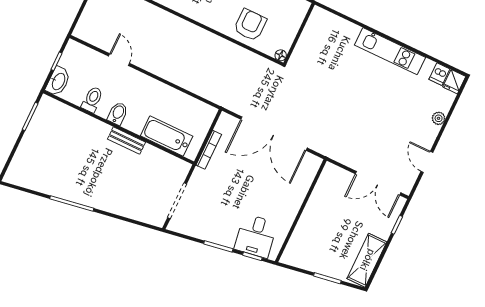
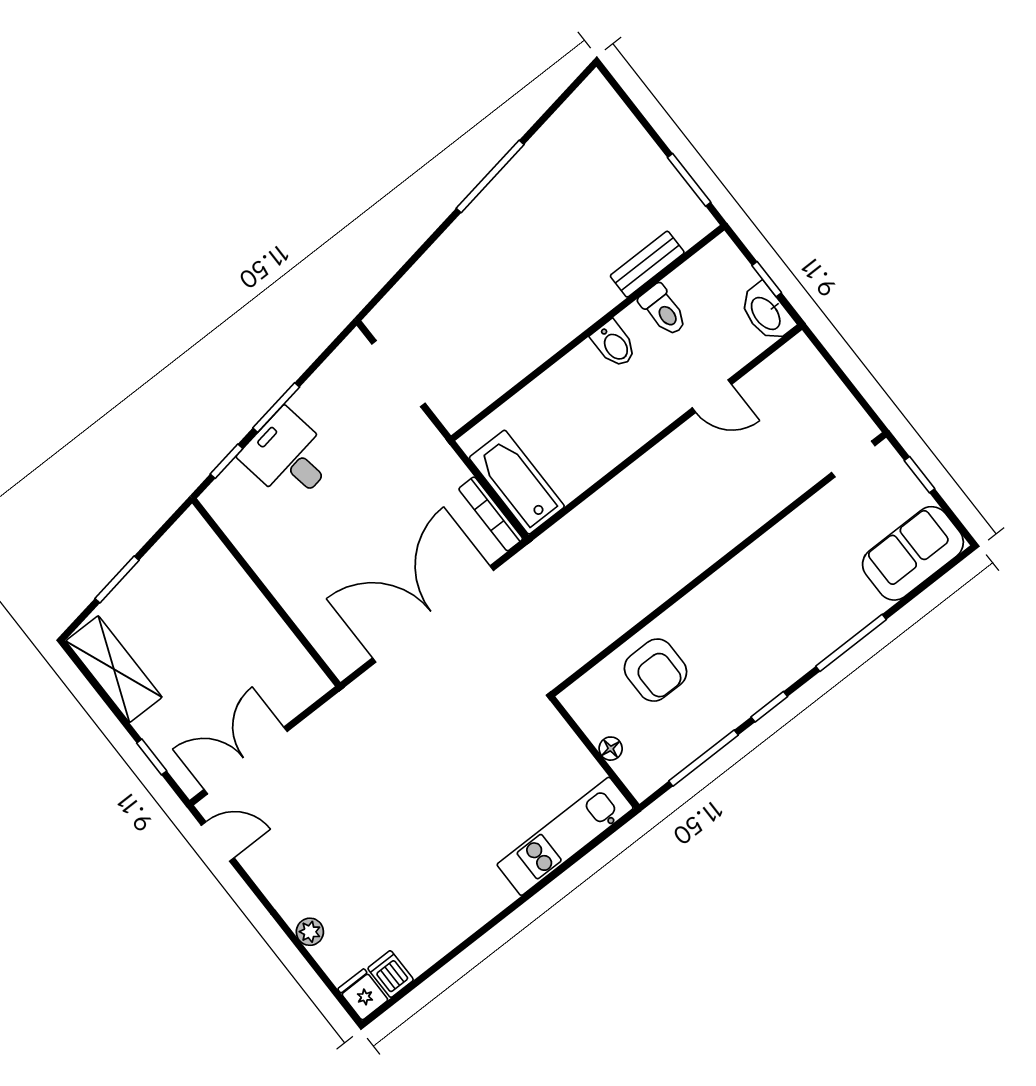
kitchen unit: (390, 51) -> (565, 836), moved
floor lamp: (281, 55) -> (611, 749), moved
washbasin: (58, 81) -> (766, 313), moved
bathtub: (167, 136) -> (517, 482), moved, turned -90
bench: (127, 141) -> (647, 264), moved
bookcase: (209, 150) -> (491, 514), moved
door: (427, 162) -> (218, 841), moved
desk: (256, 236) -> (288, 457), moved

